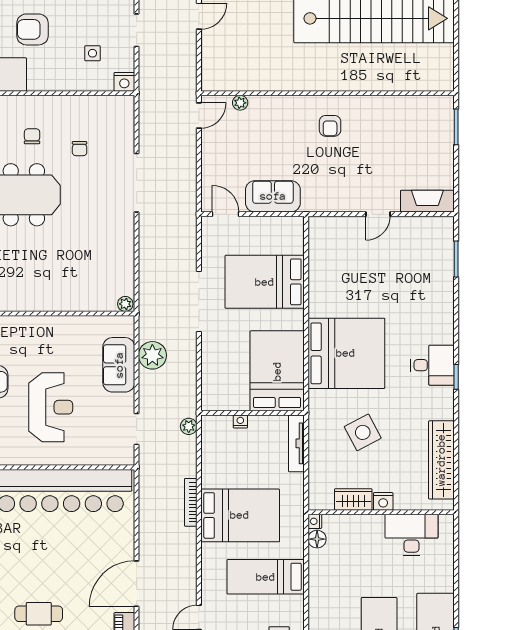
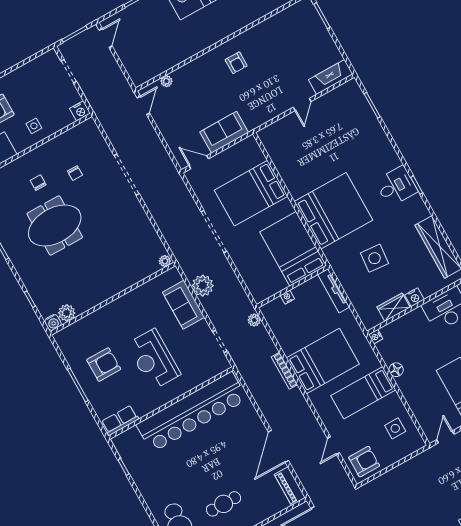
side table: (92, 53) -> (34, 126), moved
reception desk: (51, 407) -> (153, 359), turned 180
side table: (363, 432) -> (374, 258), turned 33
floor lamp: (317, 539) -> (396, 370), moved

